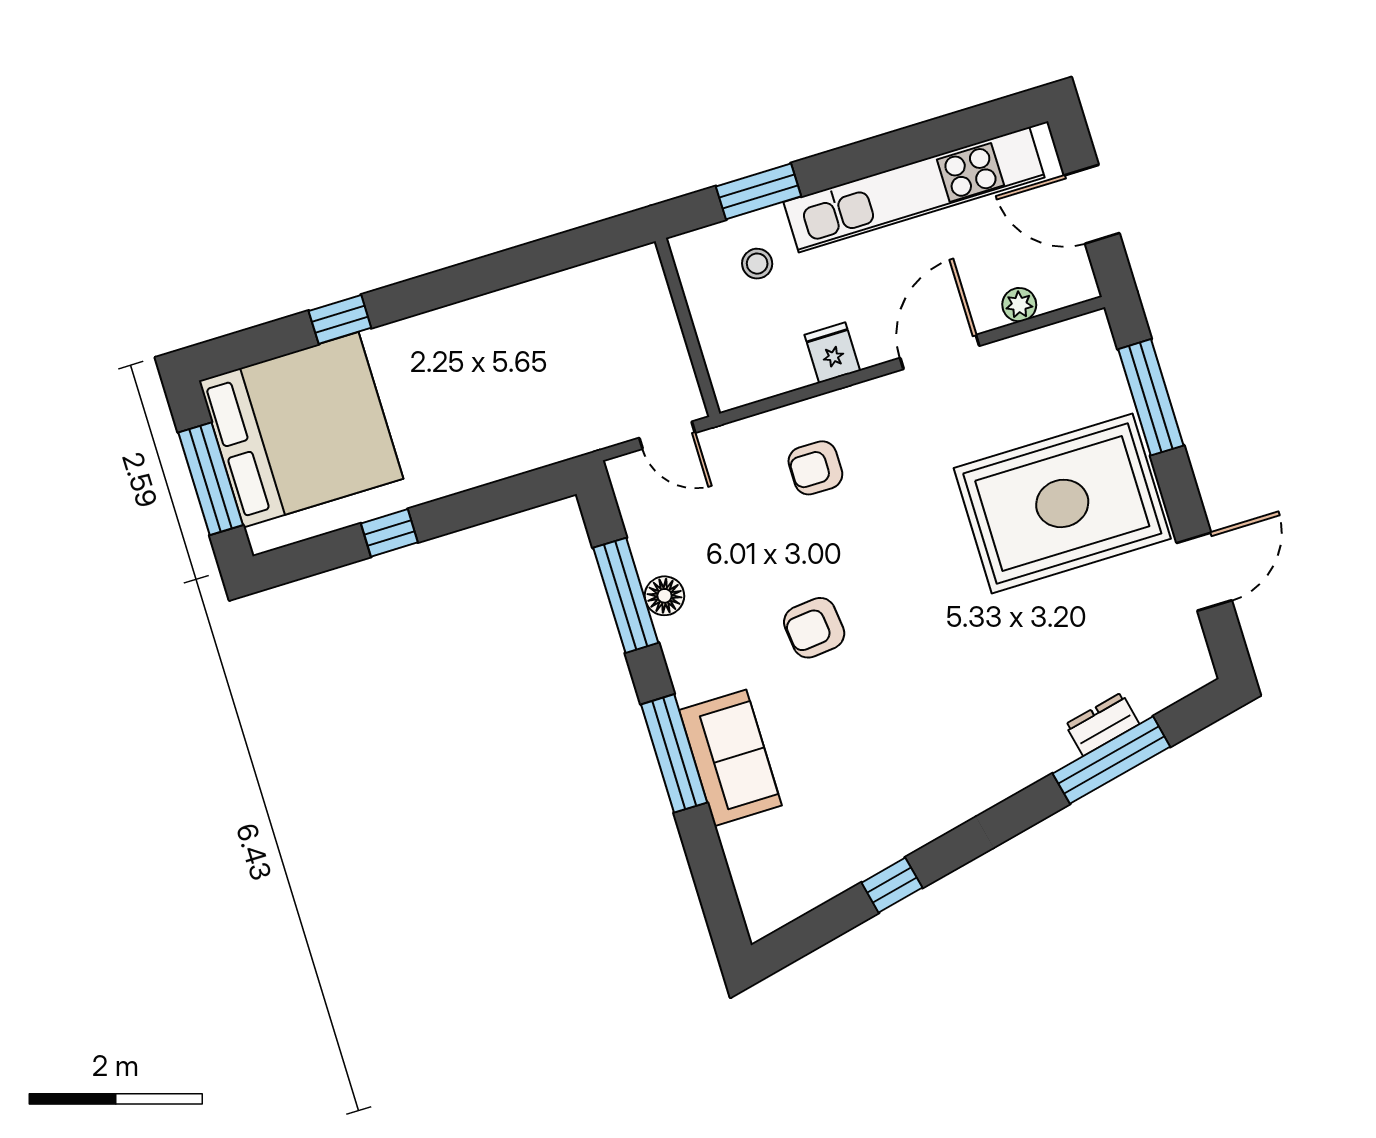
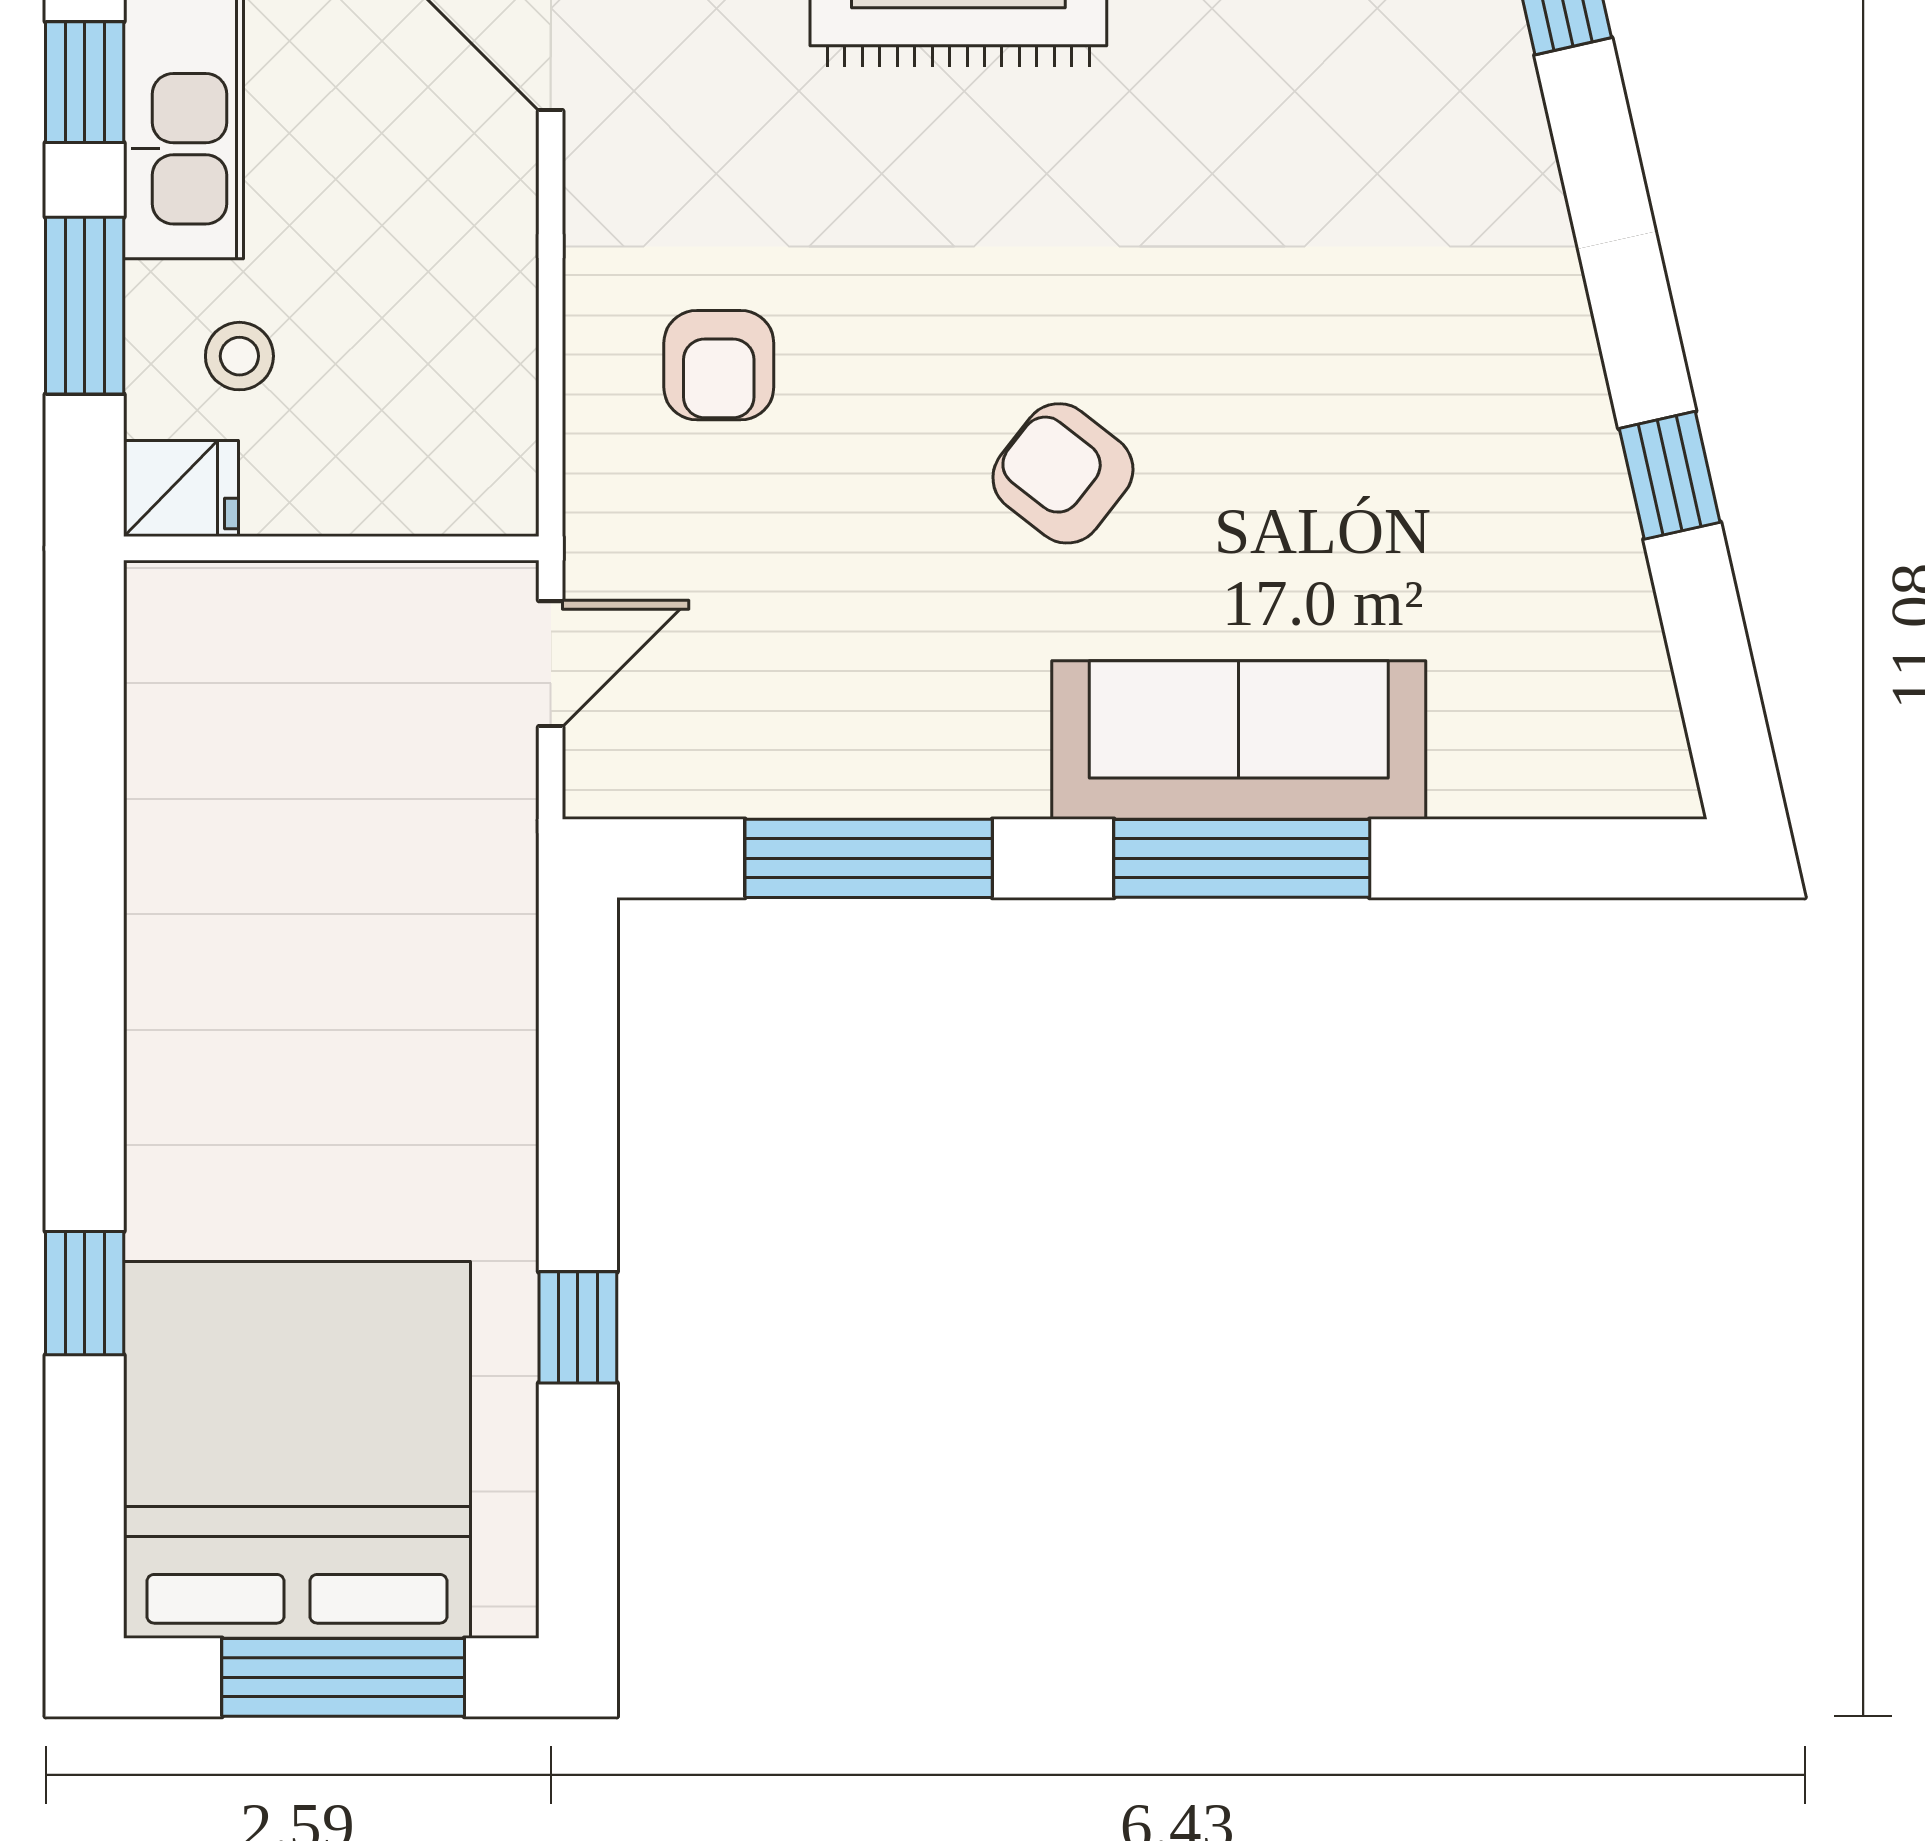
window: (853, 162) -> (85, 82), added
fridge: (832, 353) -> (181, 488), moved, turned 180
floor lamp: (664, 596) -> (895, 775), removed
armchair: (814, 628) -> (1063, 473), turned 134
sofa: (730, 758) -> (1239, 740), width x1.36

